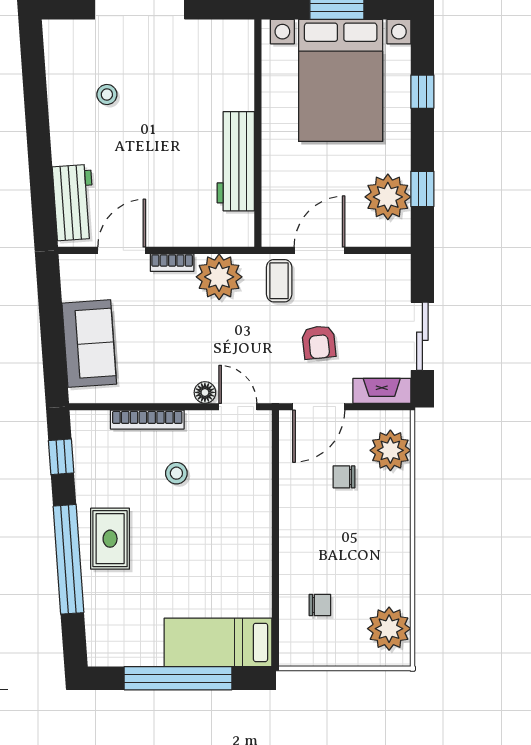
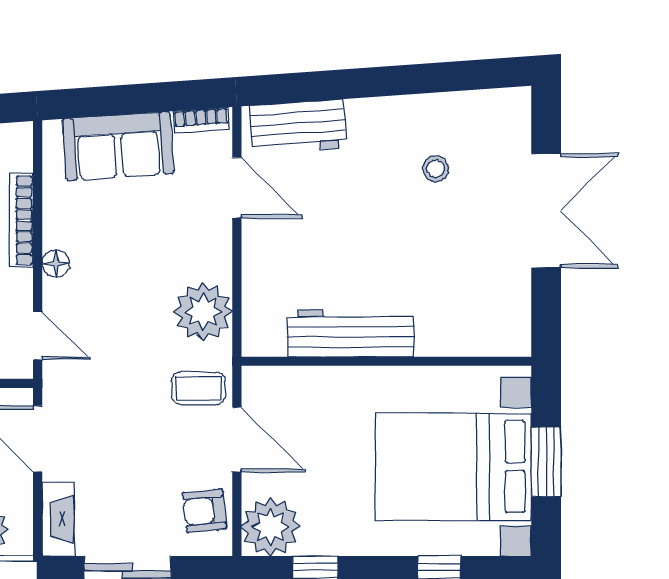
plant: (388, 197) -> (271, 527), moved
bookcase: (172, 263) -> (201, 120), moved, turned -94
armchair: (319, 342) -> (205, 511), moved
floor lamp: (205, 392) -> (56, 264), moved
door: (238, 407) -> (38, 336), hinge flipped

